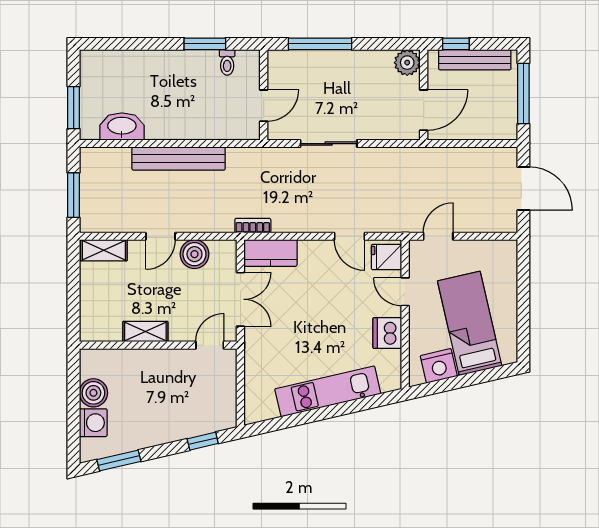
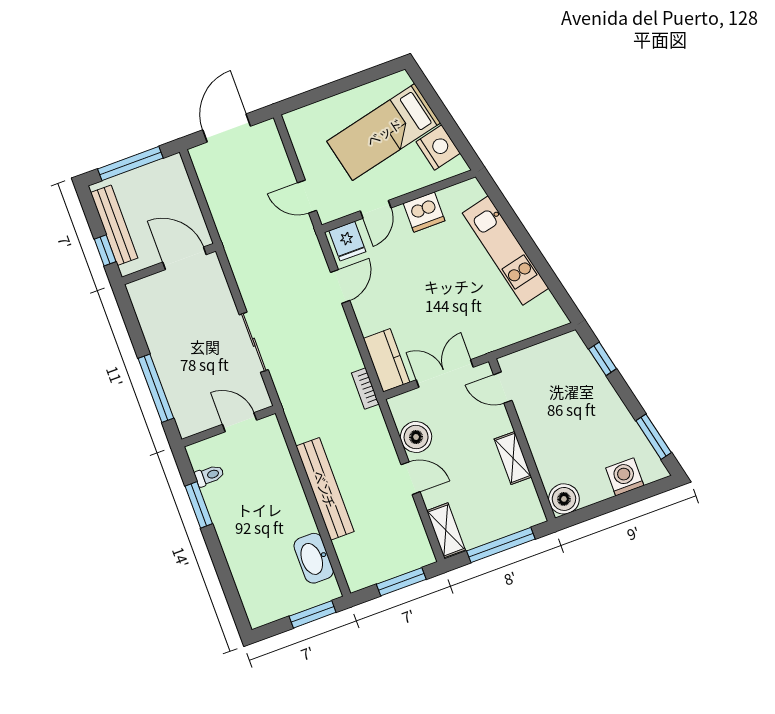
plant: (407, 63) -> (142, 293), removed
window: (74, 293) -> (501, 545), added
boiler: (93, 393) -> (564, 499), moved

